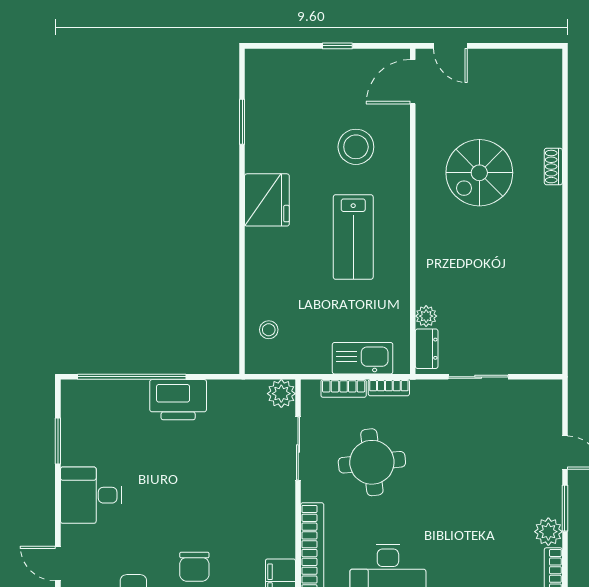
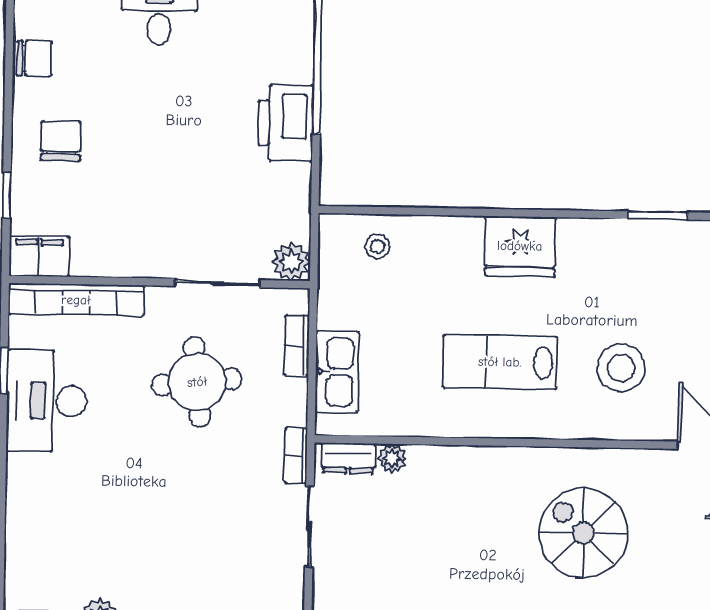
fridge: (267, 200) -> (520, 246), moved
bookcase: (389, 388) -> (296, 456), moved
chair: (194, 567) -> (61, 141), turned 90

